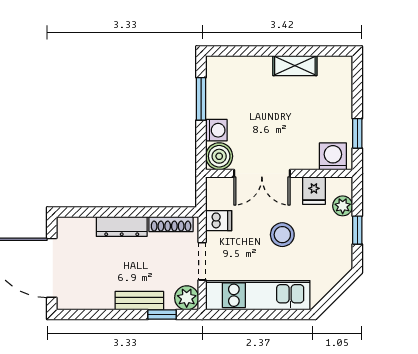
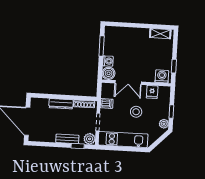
shelving: (295, 66) -> (160, 34), moved
plant: (343, 206) -> (164, 124), moved

